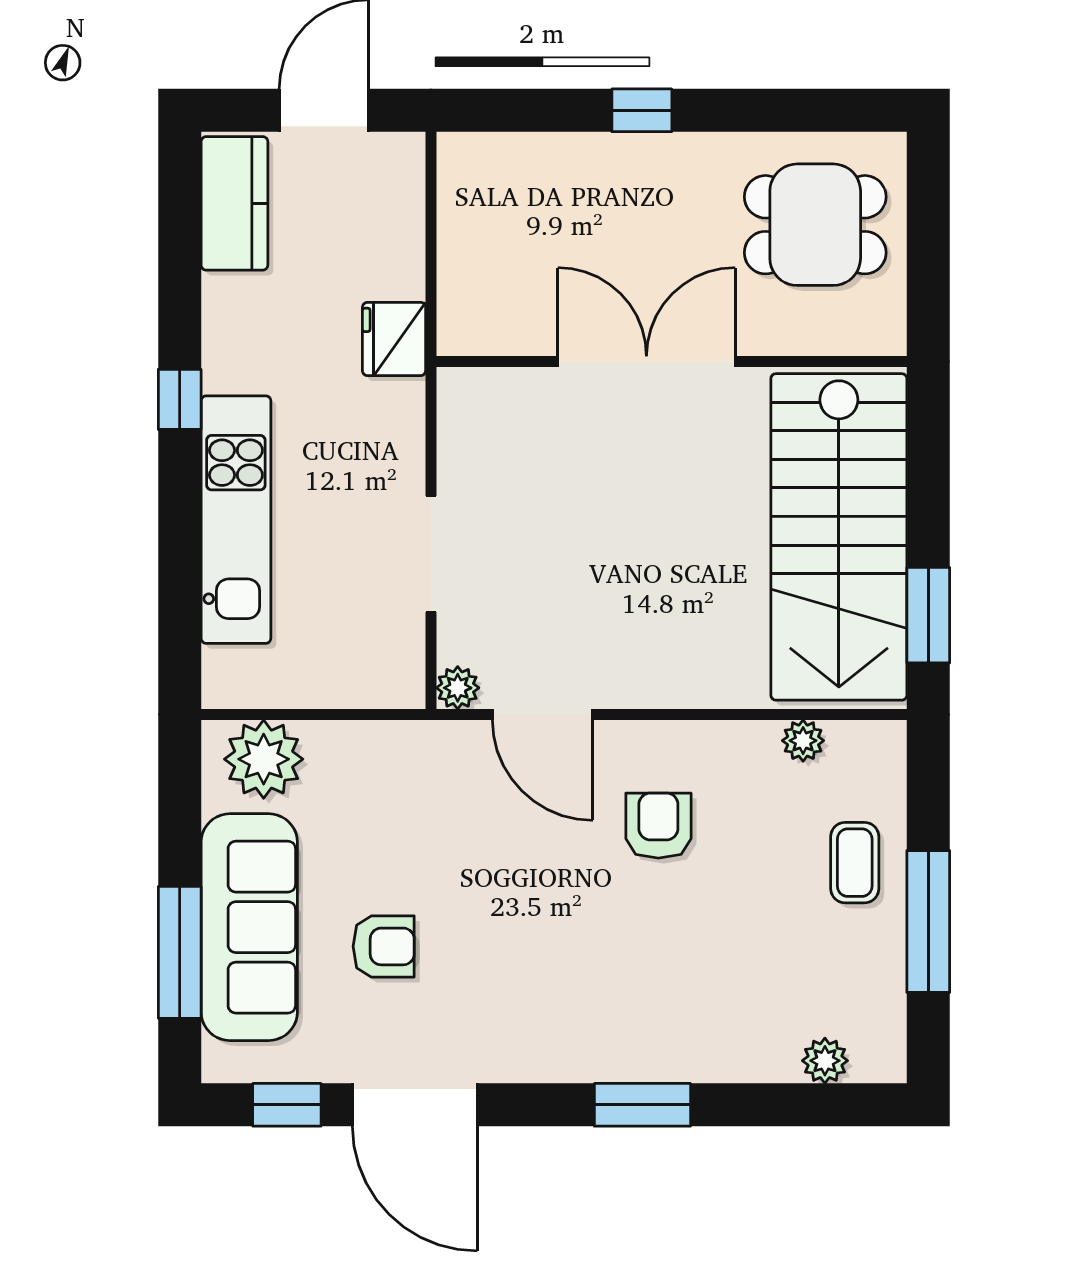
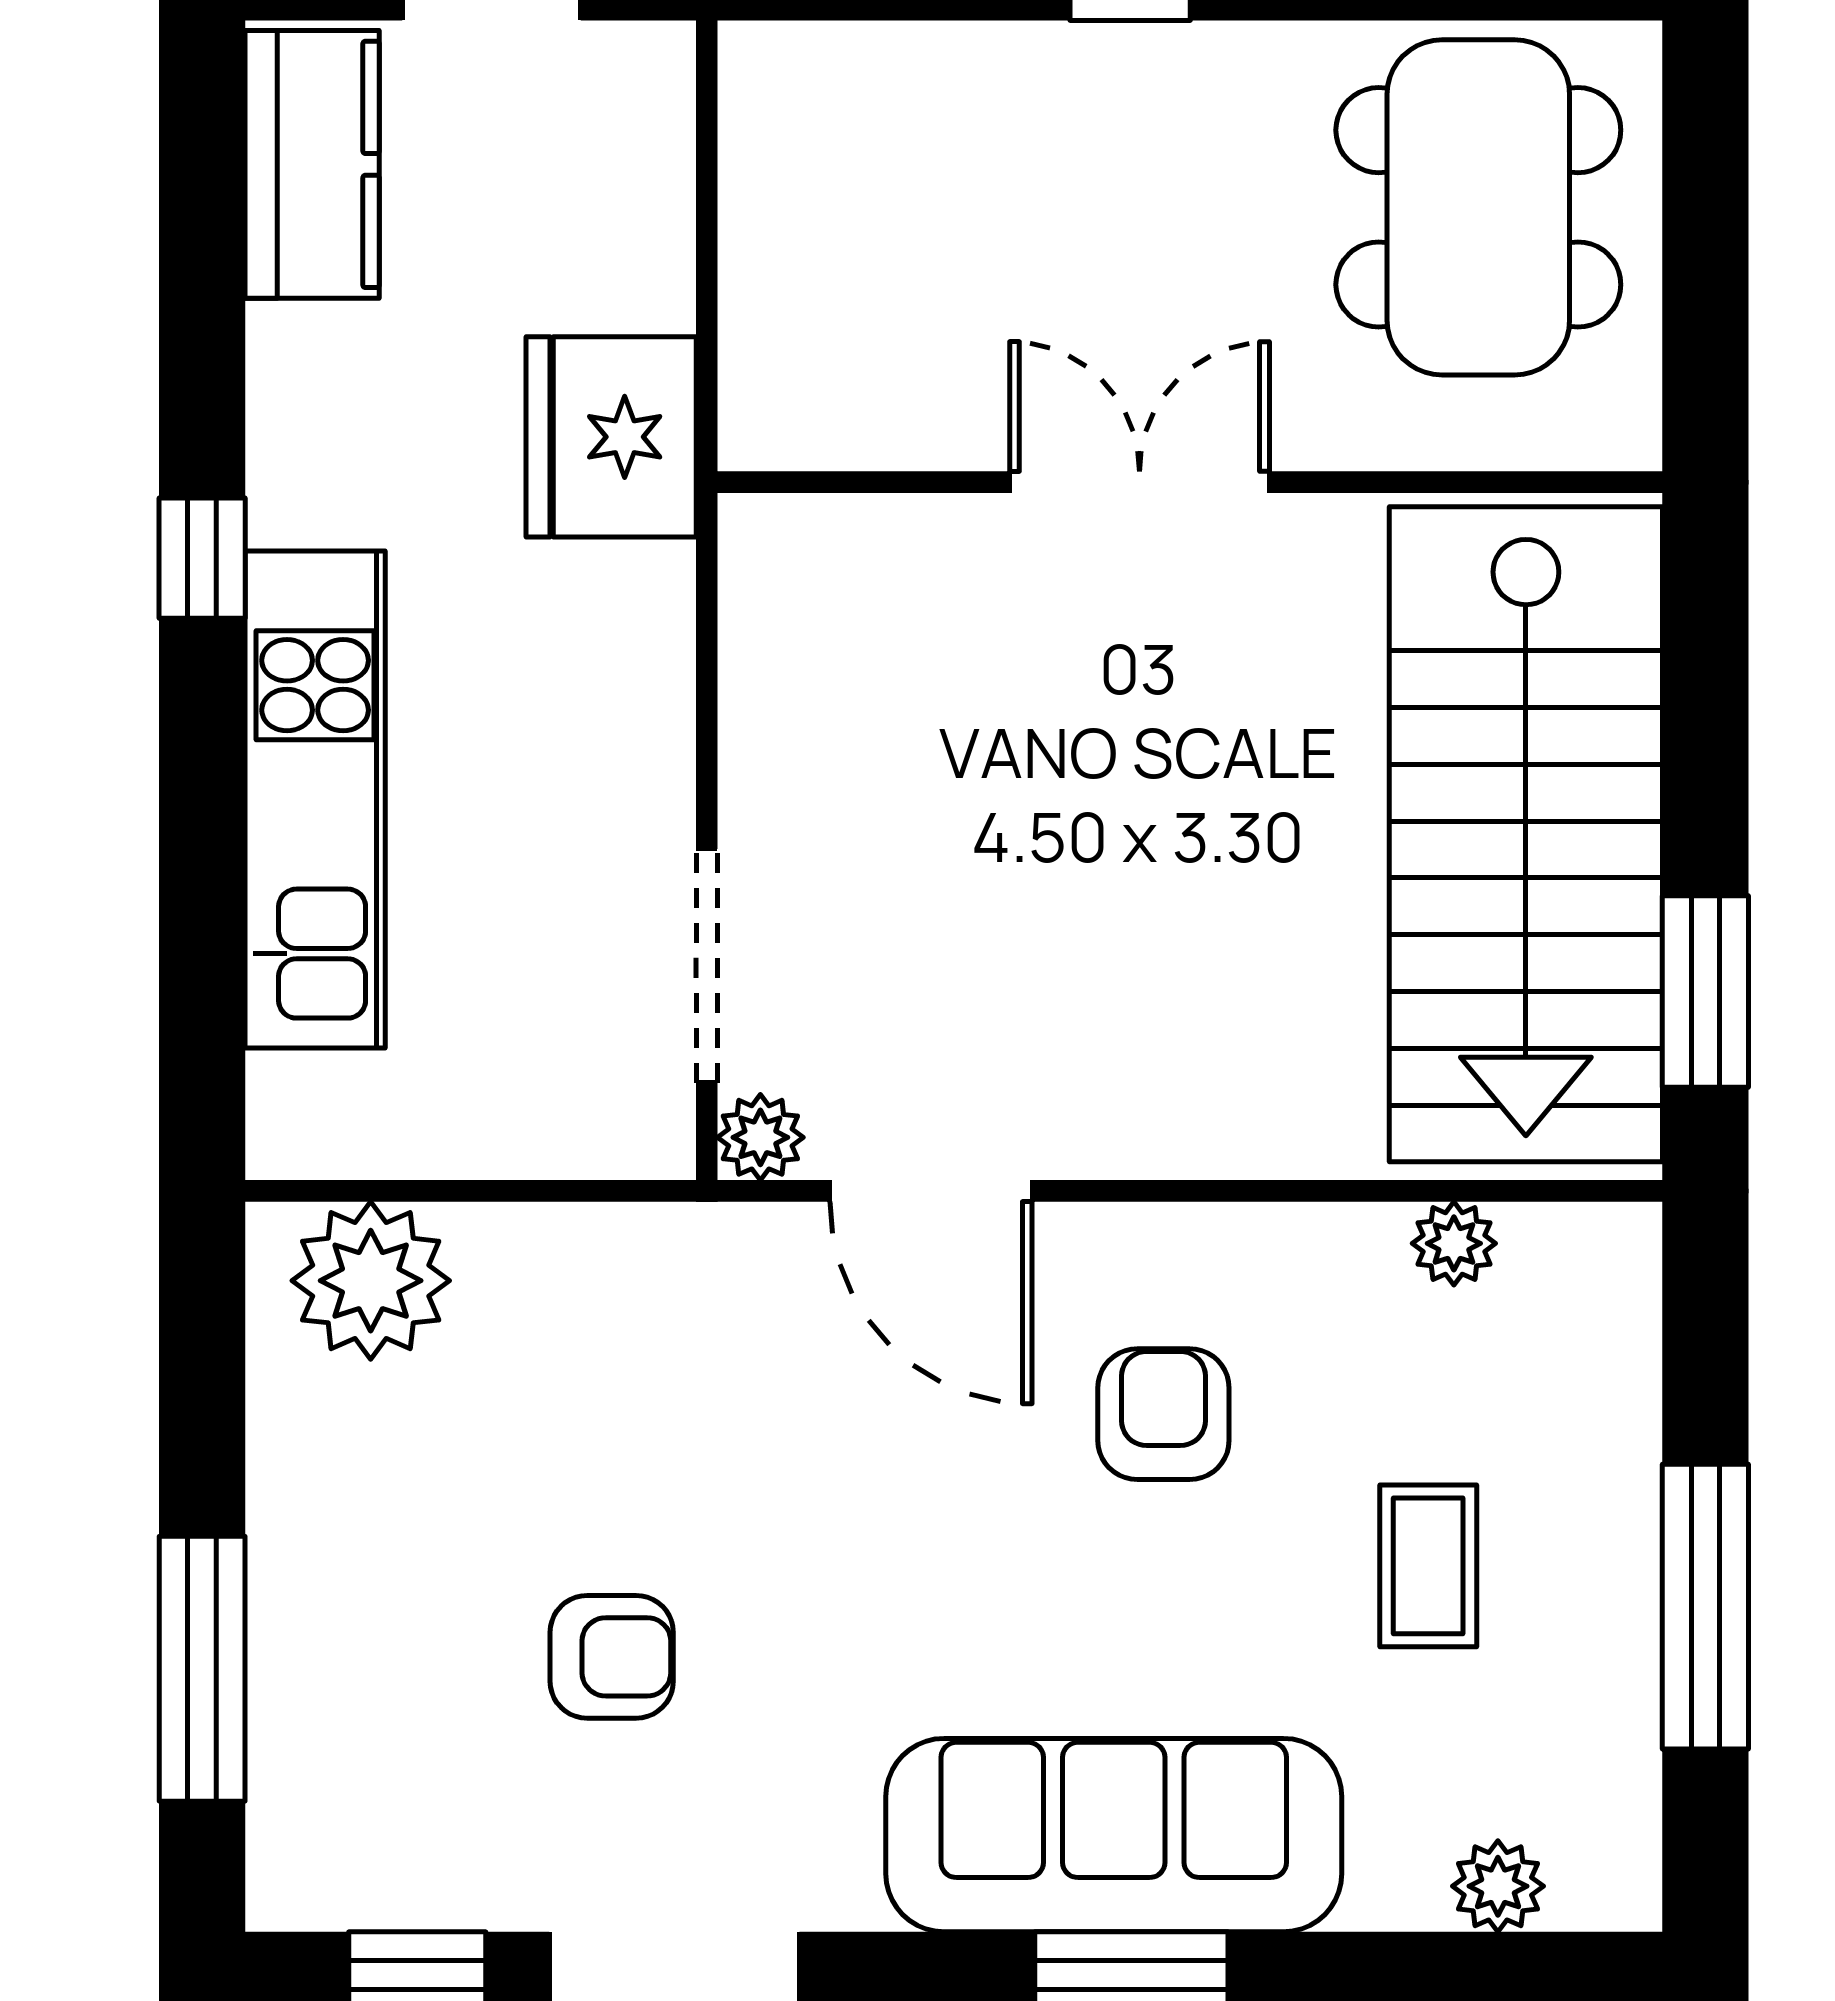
dining table: (815, 225) -> (1478, 207), width x1.38
fridge: (394, 339) -> (611, 437), width x1.36, depth x1.34
double door: (646, 362) -> (1140, 482), width x0.73
doorway: (431, 554) -> (707, 966), moved
coffee table: (855, 863) -> (1428, 1566), moved
sofa: (249, 927) -> (1114, 1835), moved, turned -90

